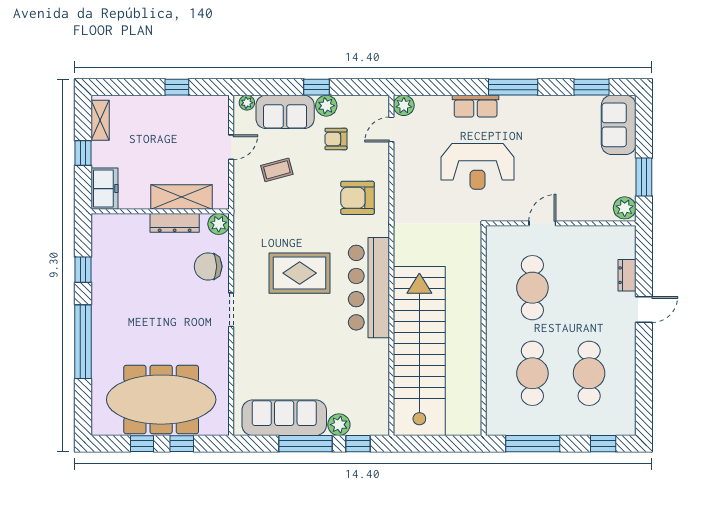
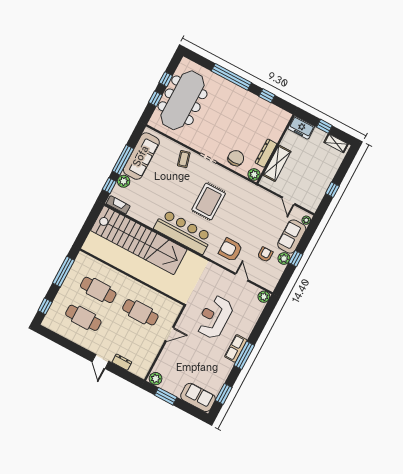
row of seats: (476, 106) -> (236, 348), moved
door: (391, 130) -> (241, 277), moved
coffee table: (277, 170) -> (184, 159), moved
armchair: (358, 198) -> (230, 250), turned -90
door: (542, 223) -> (169, 334), hinge flipped
fireplace: (381, 413) -> (118, 205), added

